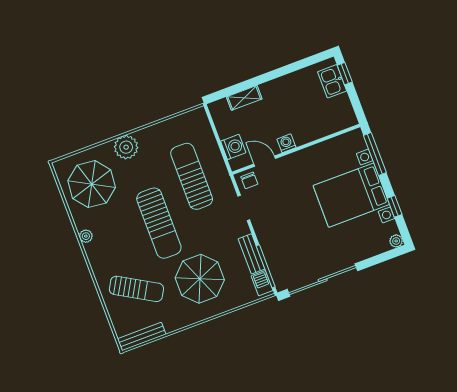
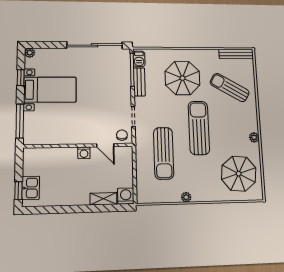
plant: (126, 147) -> (186, 197), moved, width x0.53, depth x0.53
washing machine: (233, 147) -> (126, 196), moved, turned 90
bed with nightstands: (351, 195) -> (50, 90), width x0.73

